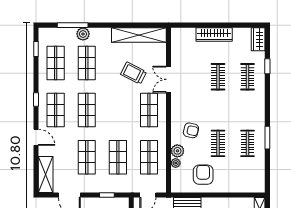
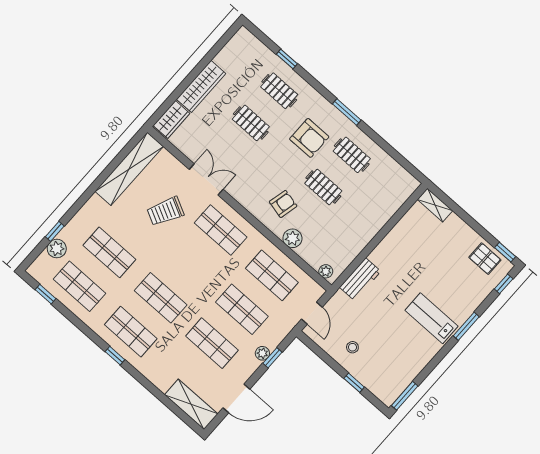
window: (73, 25) -> (55, 231), width x0.46
plant: (83, 34) -> (57, 249), moved
wardrobe: (258, 39) -> (171, 119), moved, turned -90
double door: (169, 79) -> (206, 179), swing flipped
window: (36, 99) -> (115, 356), moved
door: (36, 137) -> (142, 379), removed
window: (267, 138) -> (347, 112), moved
plant: (176, 163) -> (326, 271), moved
armchair: (203, 175) -> (309, 138), moved, turned 180
plant: (105, 188) -> (262, 353), added

